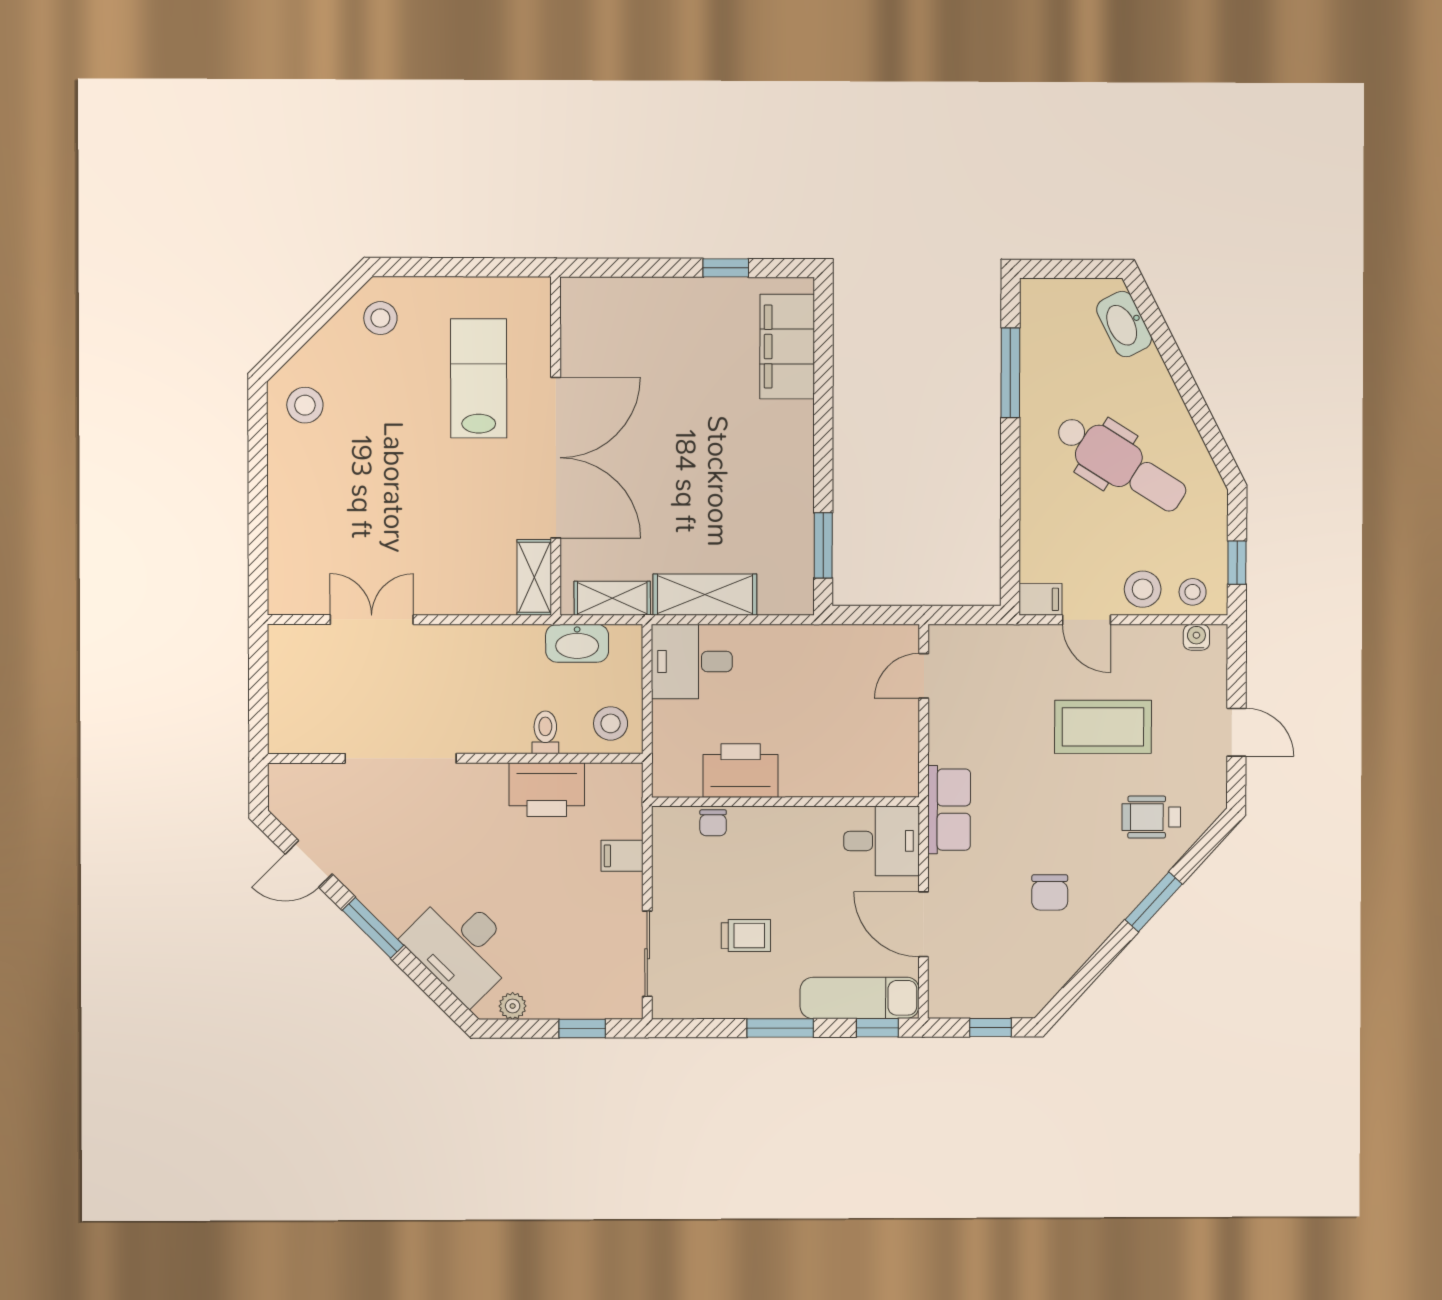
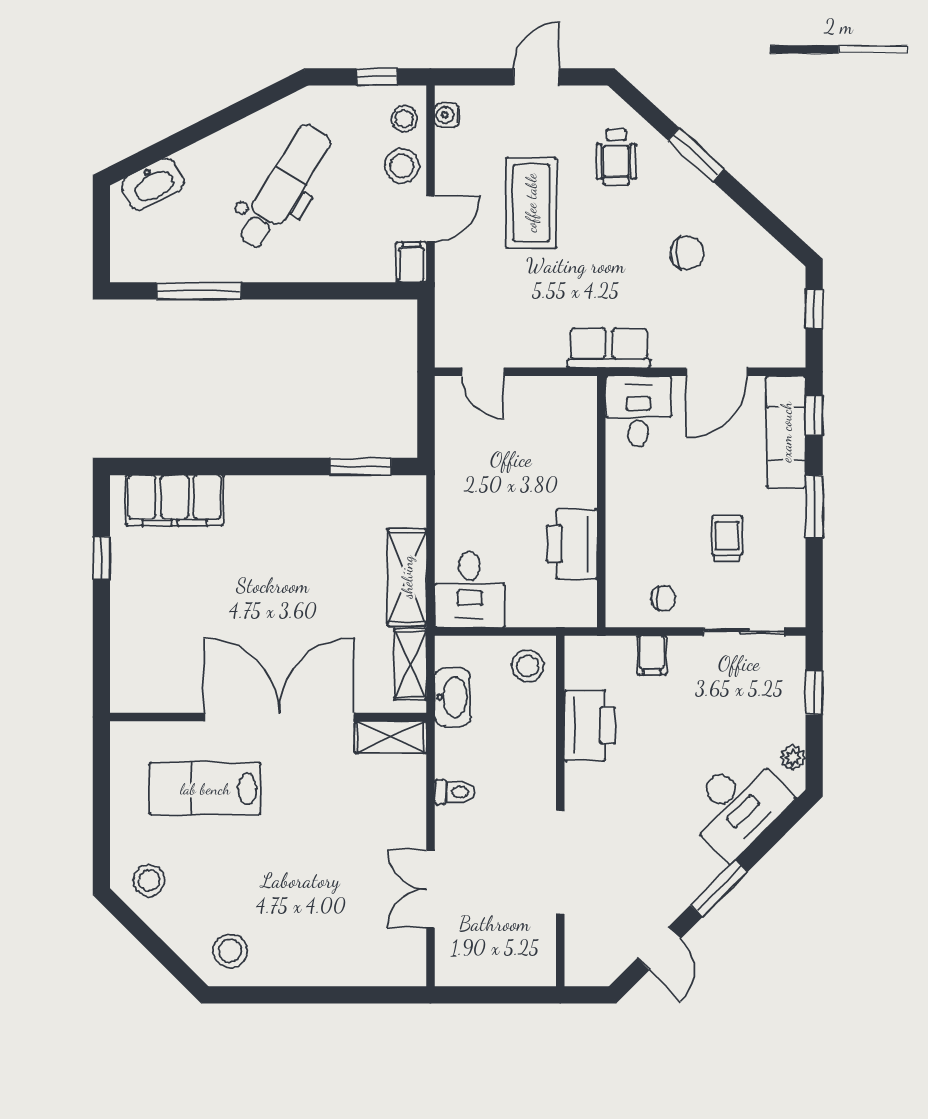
toilet: (545, 732) -> (455, 792), moved, turned 180
chair: (713, 823) -> (663, 598), moved

